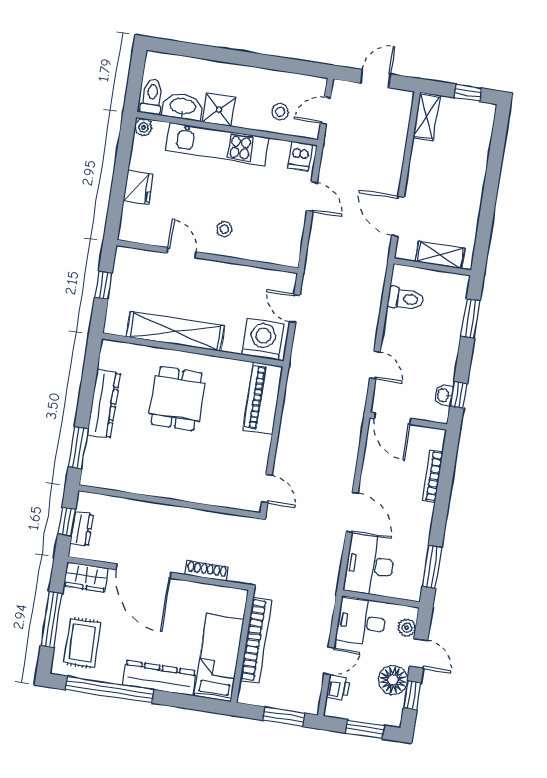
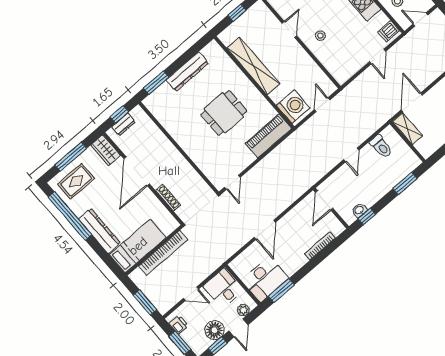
shelving: (440, 255) -> (407, 129), moved
door: (375, 365) -> (351, 155), moved
dining table: (177, 399) -> (224, 113), moved
desk: (370, 565) -> (265, 279), moved, turned 180
printer: (338, 687) -> (179, 325), moved, turned -90

